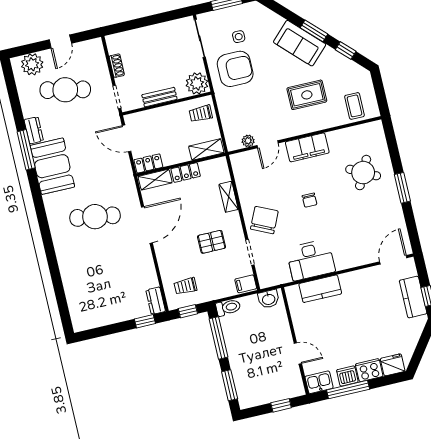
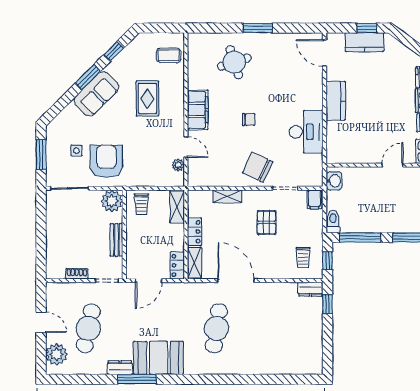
round table: (363, 173) -> (234, 62), turned 45
kitchen counter: (320, 289) -> (336, 101), moved

